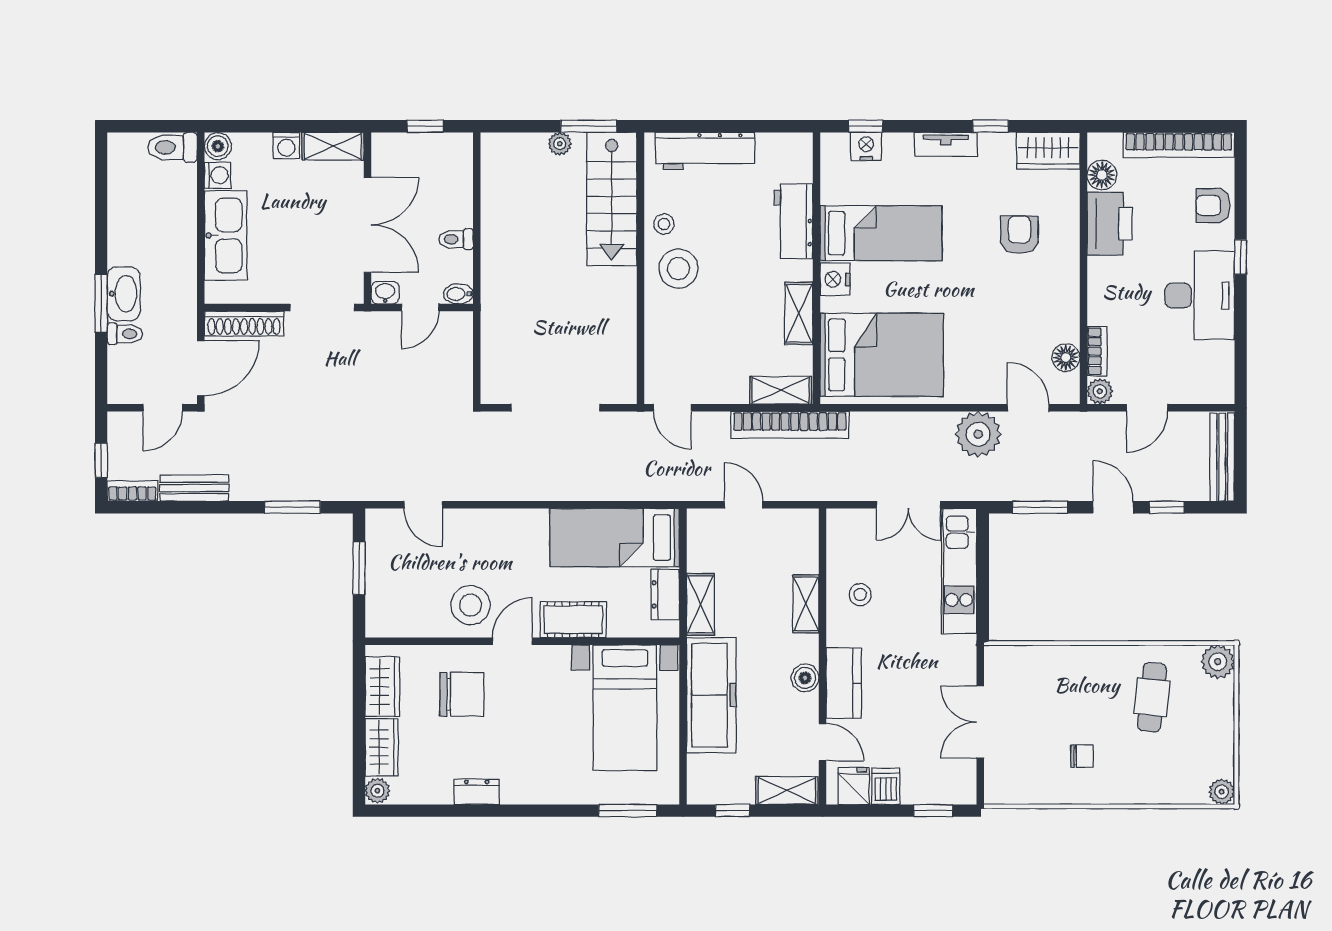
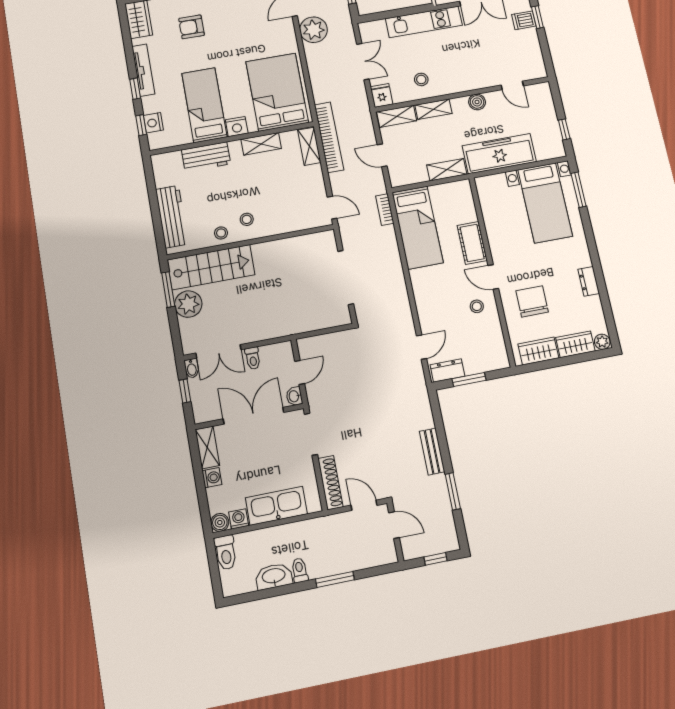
window: (990, 126) -> (135, 89), moved
plant: (560, 144) -> (188, 304), width x1.88, depth x1.88
tv unit: (946, 144) -> (143, 70), width x1.41
double door: (477, 188) -> (218, 351), added
stool: (678, 269) -> (247, 219), width x0.53, depth x0.53
washbasin: (124, 294) -> (274, 576), moved
bidet: (458, 294) -> (192, 368), moved
door: (420, 308) -> (300, 372), hinge flipped
toilet: (125, 334) -> (300, 570), moved
door: (201, 368) -> (364, 505), width x0.73
door: (672, 408) -> (332, 208), hinge flipped
bench: (194, 488) -> (432, 452), moved
bookcase: (132, 491) -> (385, 210), moved
door: (744, 505) -> (382, 155), hinge flipped
window: (292, 507) -> (453, 491), moved
kitchen unit: (959, 571) -> (424, 22), moved
dresser: (665, 594) -> (447, 370), moved, turned 180
stool: (471, 605) -> (477, 306), width x0.53, depth x0.53
kitchen counter: (844, 683) -> (475, 80), removed
bed with nightstands: (625, 708) -> (545, 203), moved, turned 90
door: (823, 742) -> (512, 85), swing flipped
fridge: (854, 786) -> (382, 95), moved, turned 90
dishwasher: (886, 786) -> (524, 20), moved
shelving: (787, 791) -> (397, 116), moved, turned 90

